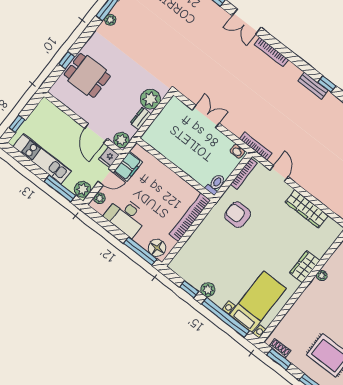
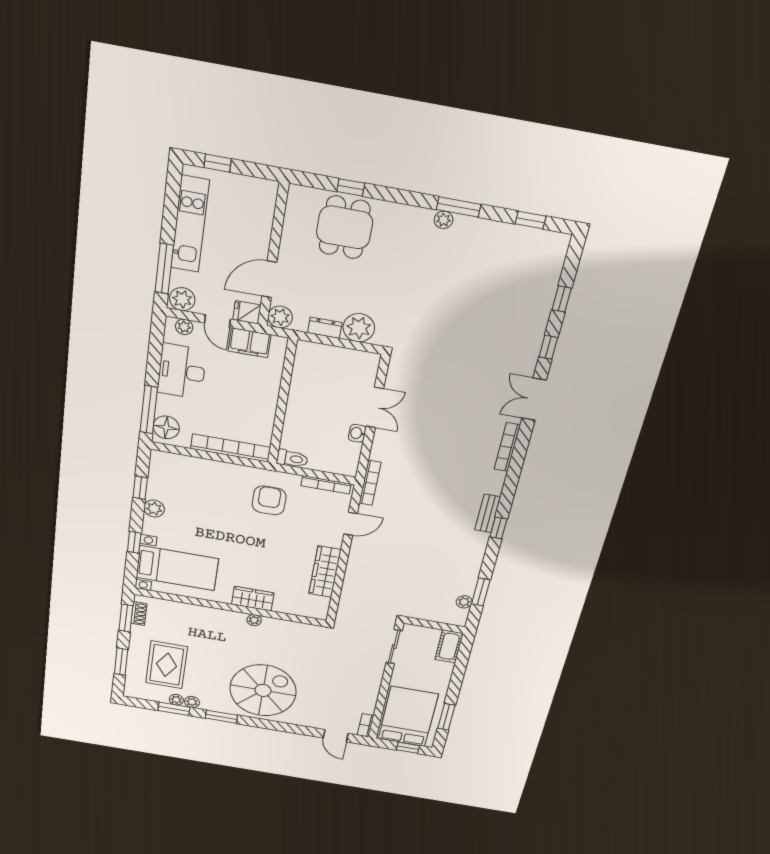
washbasin: (237, 151) -> (357, 433), moved
window: (226, 318) -> (134, 542), width x0.32

